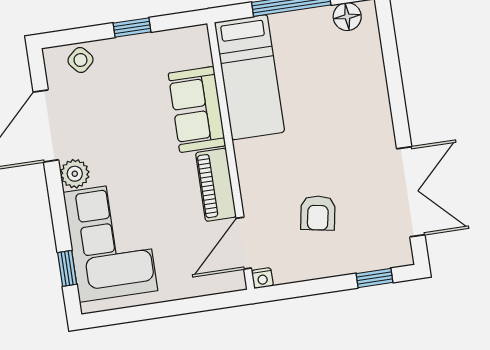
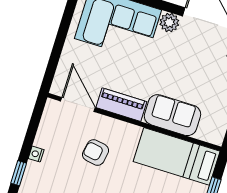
armchair: (318, 213) -> (96, 152), moved
nightstand: (262, 278) -> (36, 154), moved

